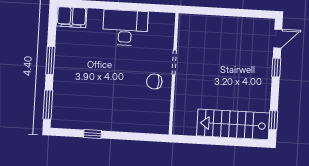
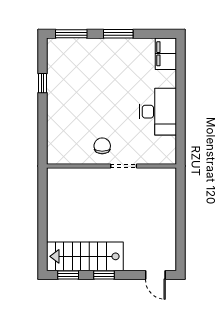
window: (276, 68) -> (104, 275), moved
stairs: (233, 124) -> (85, 256), moved, turned -90

